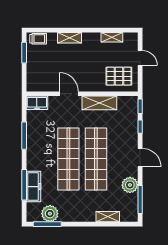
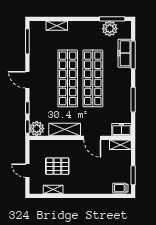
shelving: (69, 38) -> (120, 145), moved
pallet: (119, 76) -> (57, 166), moved
plant: (130, 185) -> (37, 129), moved

